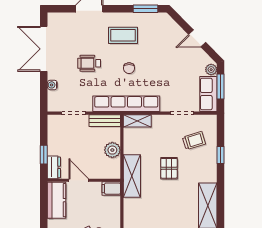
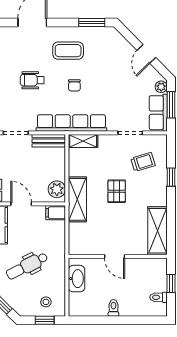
door: (197, 38) -> (146, 54), hinge flipped
plant: (112, 150) -> (57, 189), moved

